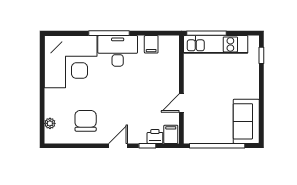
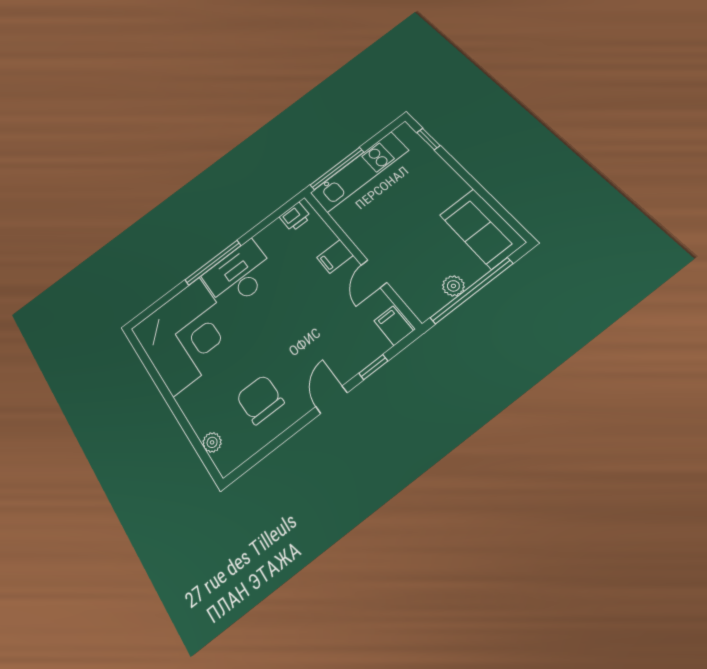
filing cabinet: (151, 44) -> (335, 256), moved, turned 90
printer: (155, 136) -> (295, 217), moved, turned 180
plant: (211, 137) -> (453, 286), added

